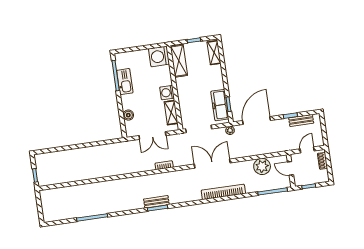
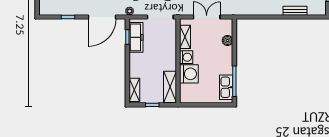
washing machine: (159, 56) -> (189, 74), moved
kitchen sink: (125, 82) -> (226, 87), moved
bench: (301, 120) -> (295, 11), moved

